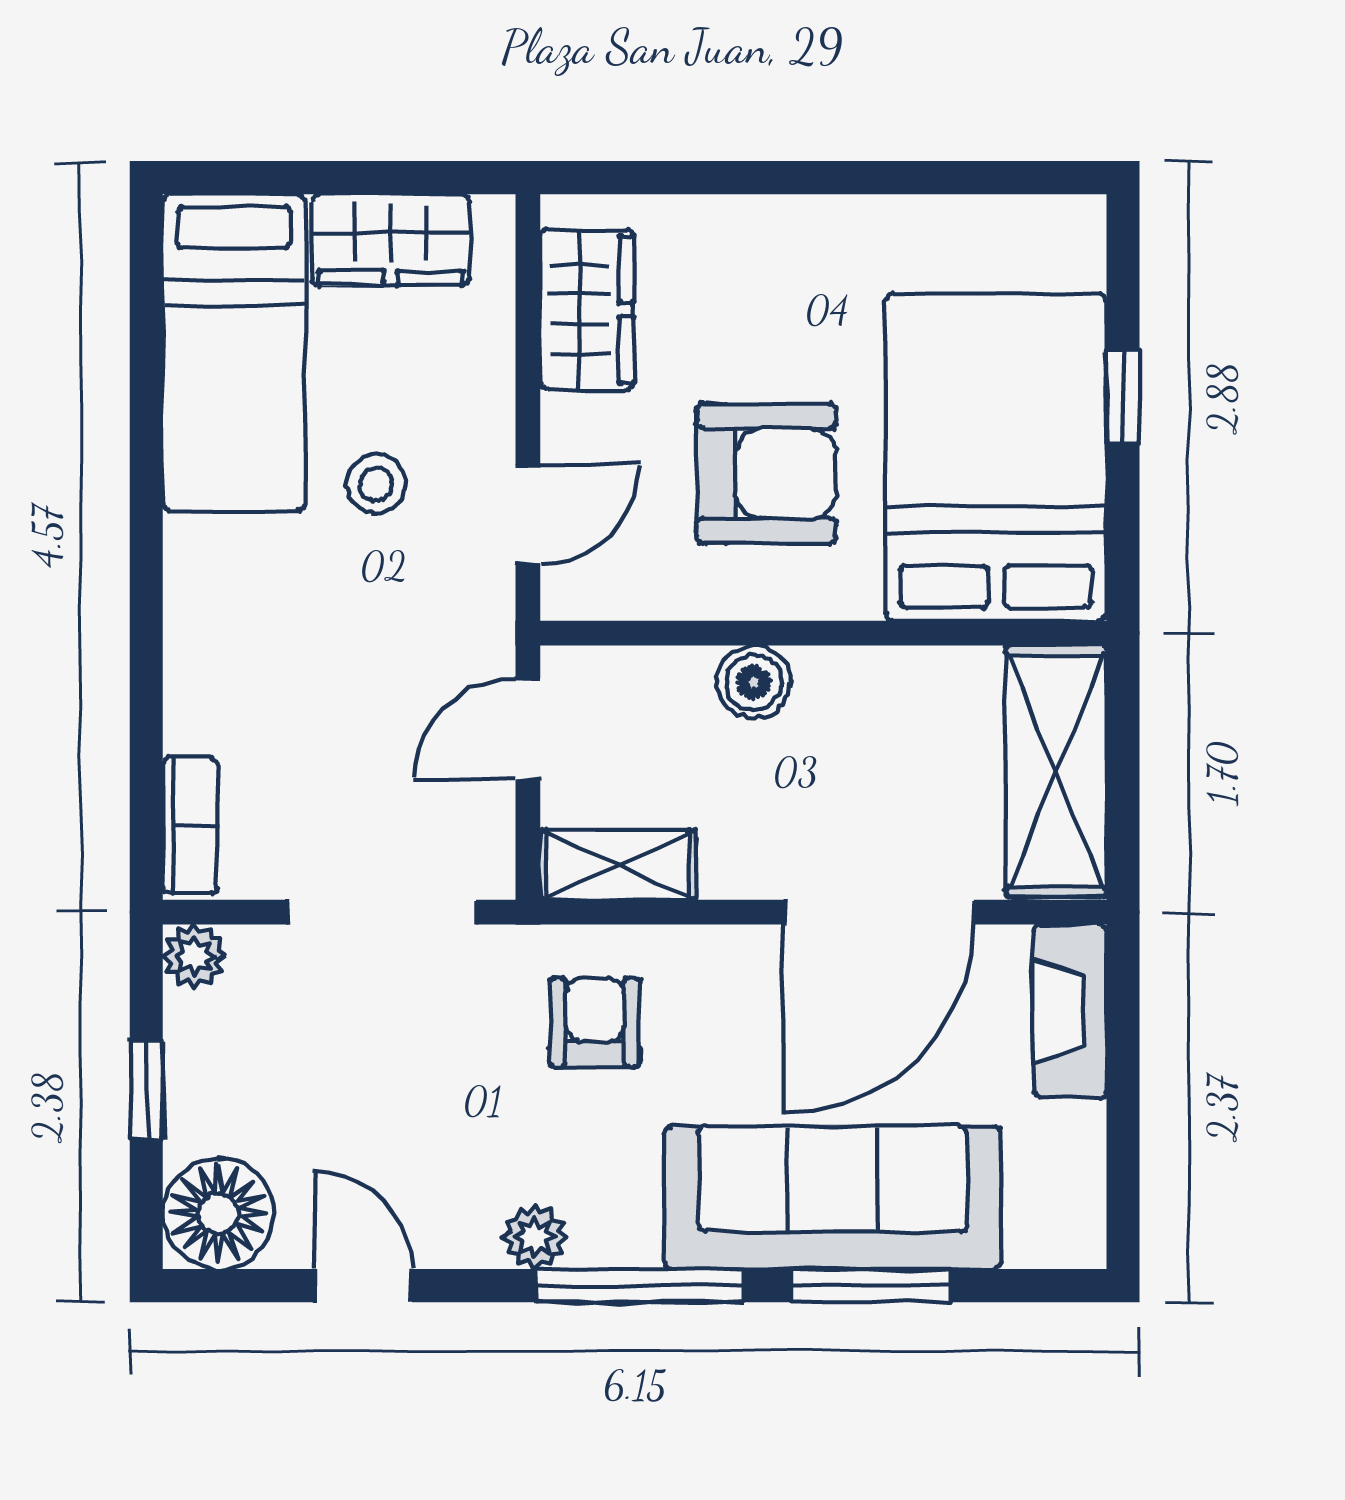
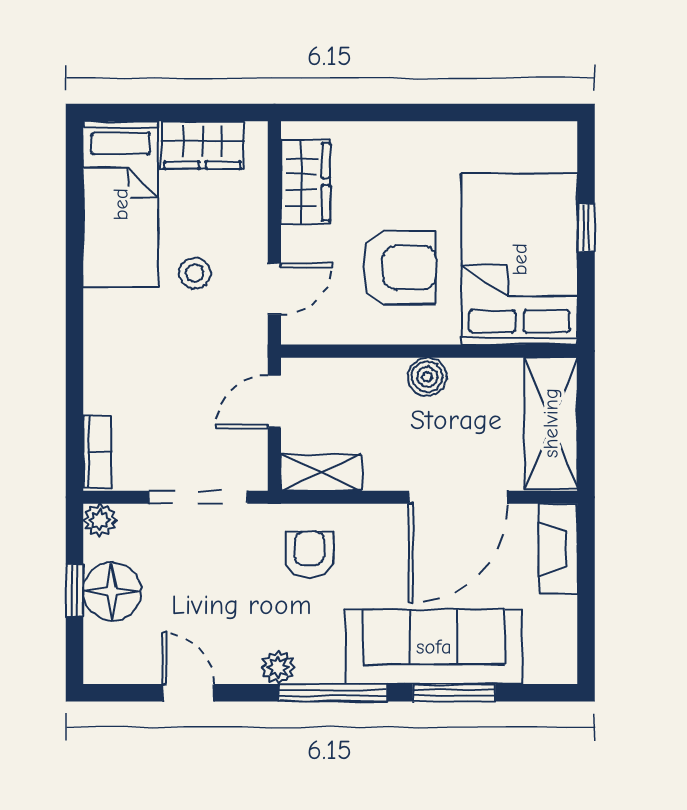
boiler: (754, 682) -> (427, 377), moved
floor lamp: (218, 1214) -> (112, 591), moved

